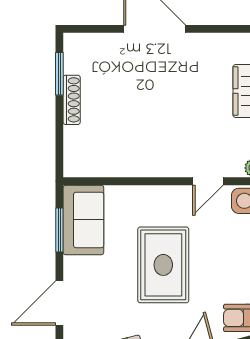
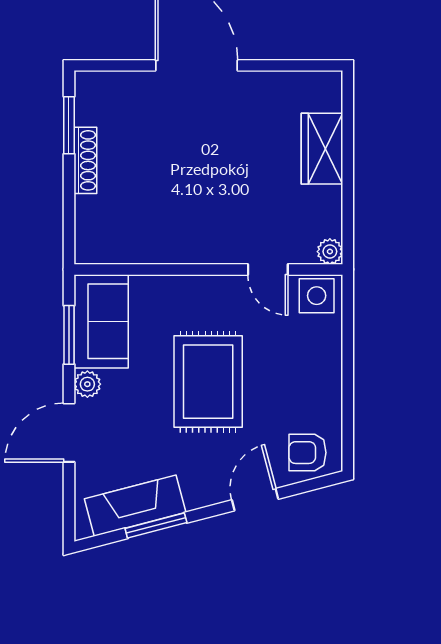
door: (208, 181) -> (268, 269), hinge flipped
plant: (73, 267) -> (87, 384), added

